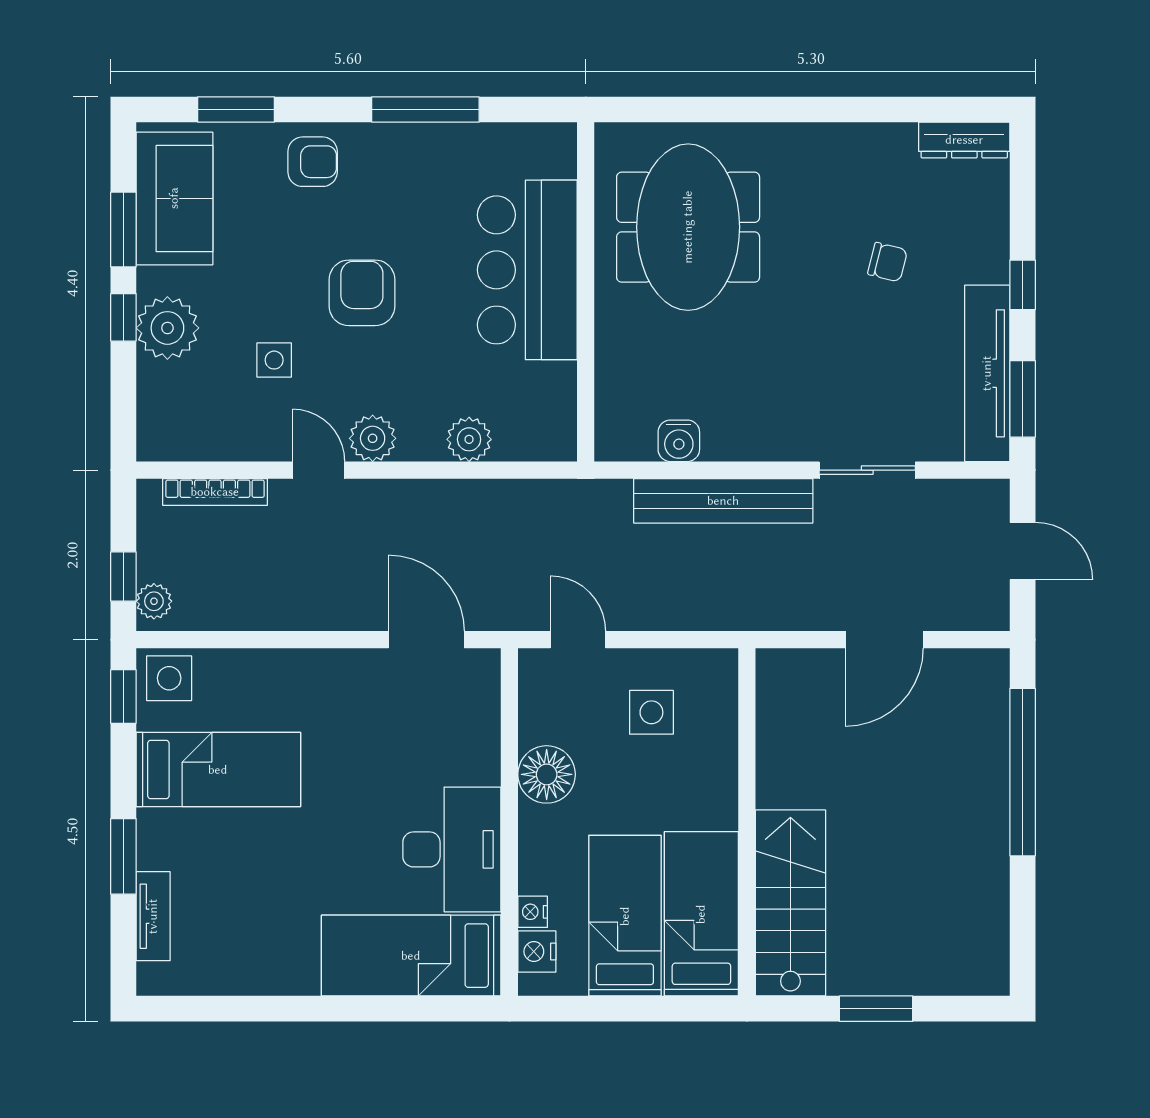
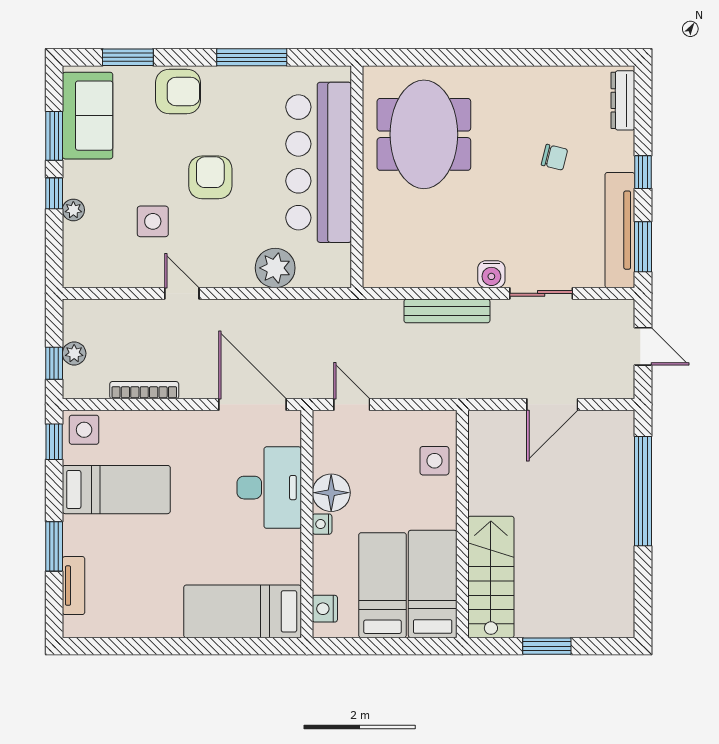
dresser: (964, 140) -> (623, 100), moved, turned 90
armchair: (313, 162) -> (178, 92), width x1.38, depth x1.38
bar counter: (527, 270) -> (319, 162), width x1.36
plant: (167, 328) -> (73, 210), width x0.53, depth x0.53
side table: (274, 360) -> (153, 221), width x1.37, depth x1.37
plant: (373, 438) -> (217, 273), removed
plant: (469, 439) -> (275, 268), width x1.36, depth x1.36
water cooler: (679, 441) -> (491, 274), moved
bookcase: (215, 492) -> (144, 390), moved, turned 180
bench: (723, 501) -> (447, 311), width x0.73, depth x0.82
plant: (154, 601) -> (74, 353), moved
door: (426, 640) -> (253, 404), width x1.36
side table: (651, 712) -> (434, 461), moved
desk: (452, 849) -> (269, 488), moved
nightstand: (533, 912) -> (322, 524), moved

